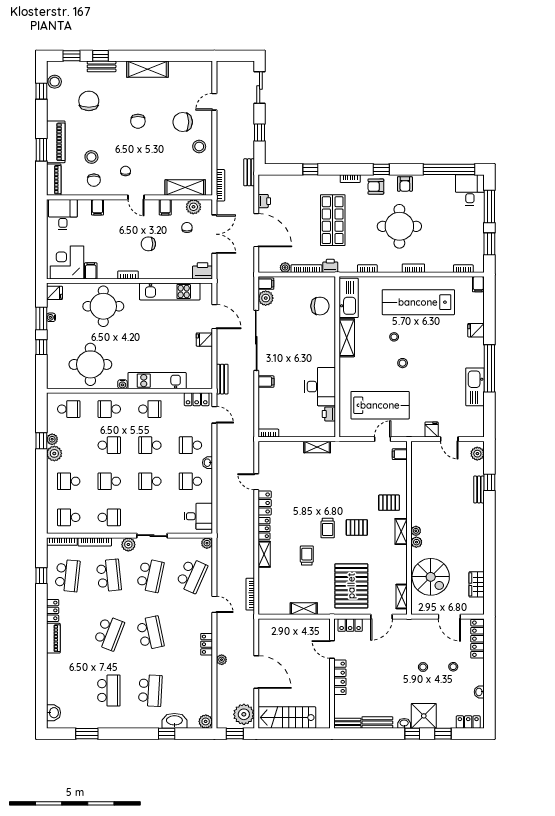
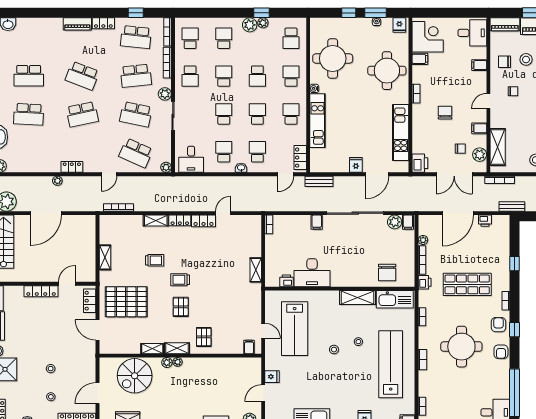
armchair: (405, 184) -> (501, 352), turned -90
school desk: (150, 409) -> (291, 114), turned 180
shelving: (402, 596) -> (152, 349), moved

